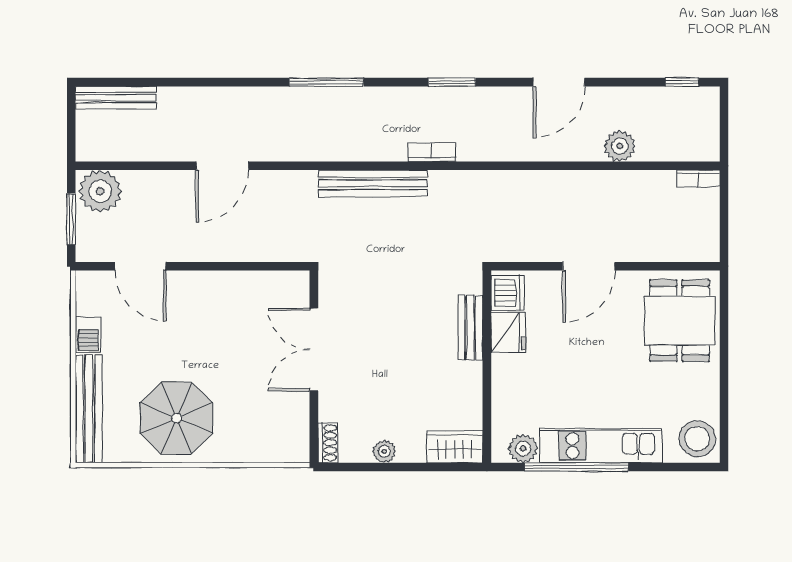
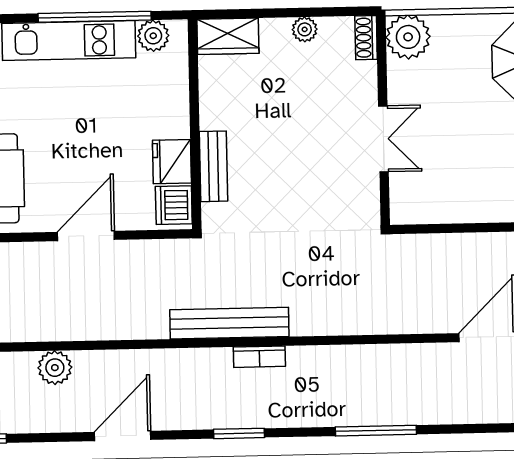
bench: (373, 183) -> (229, 323), moved
double door: (314, 350) -> (383, 139), width x0.73
plant: (289, 443) -> (408, 37), added

